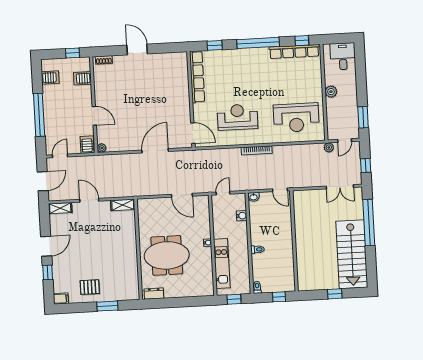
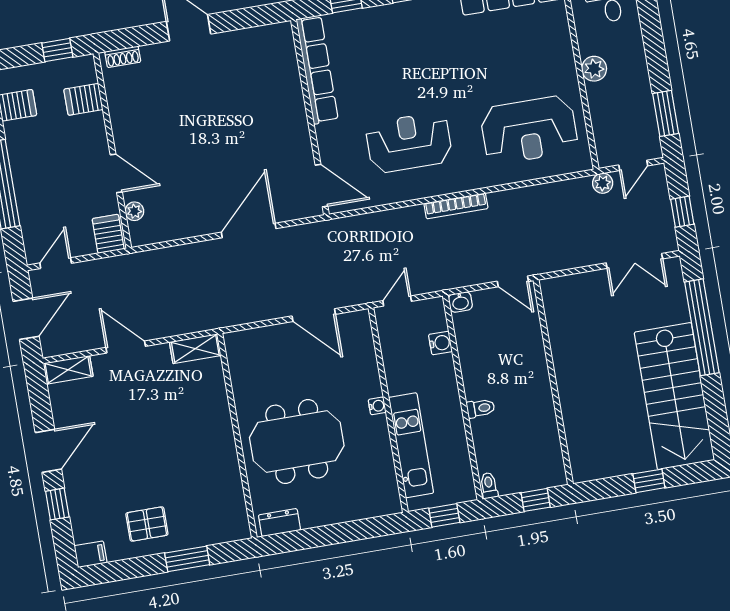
plant: (102, 148) -> (134, 211), moved

